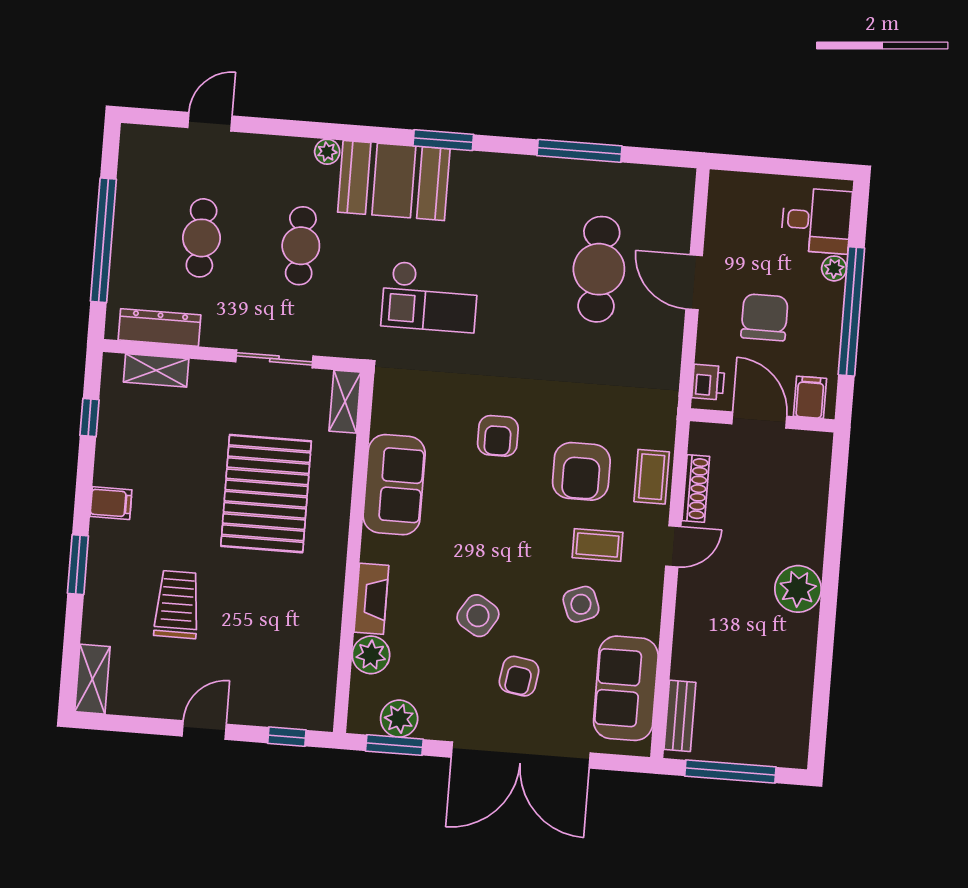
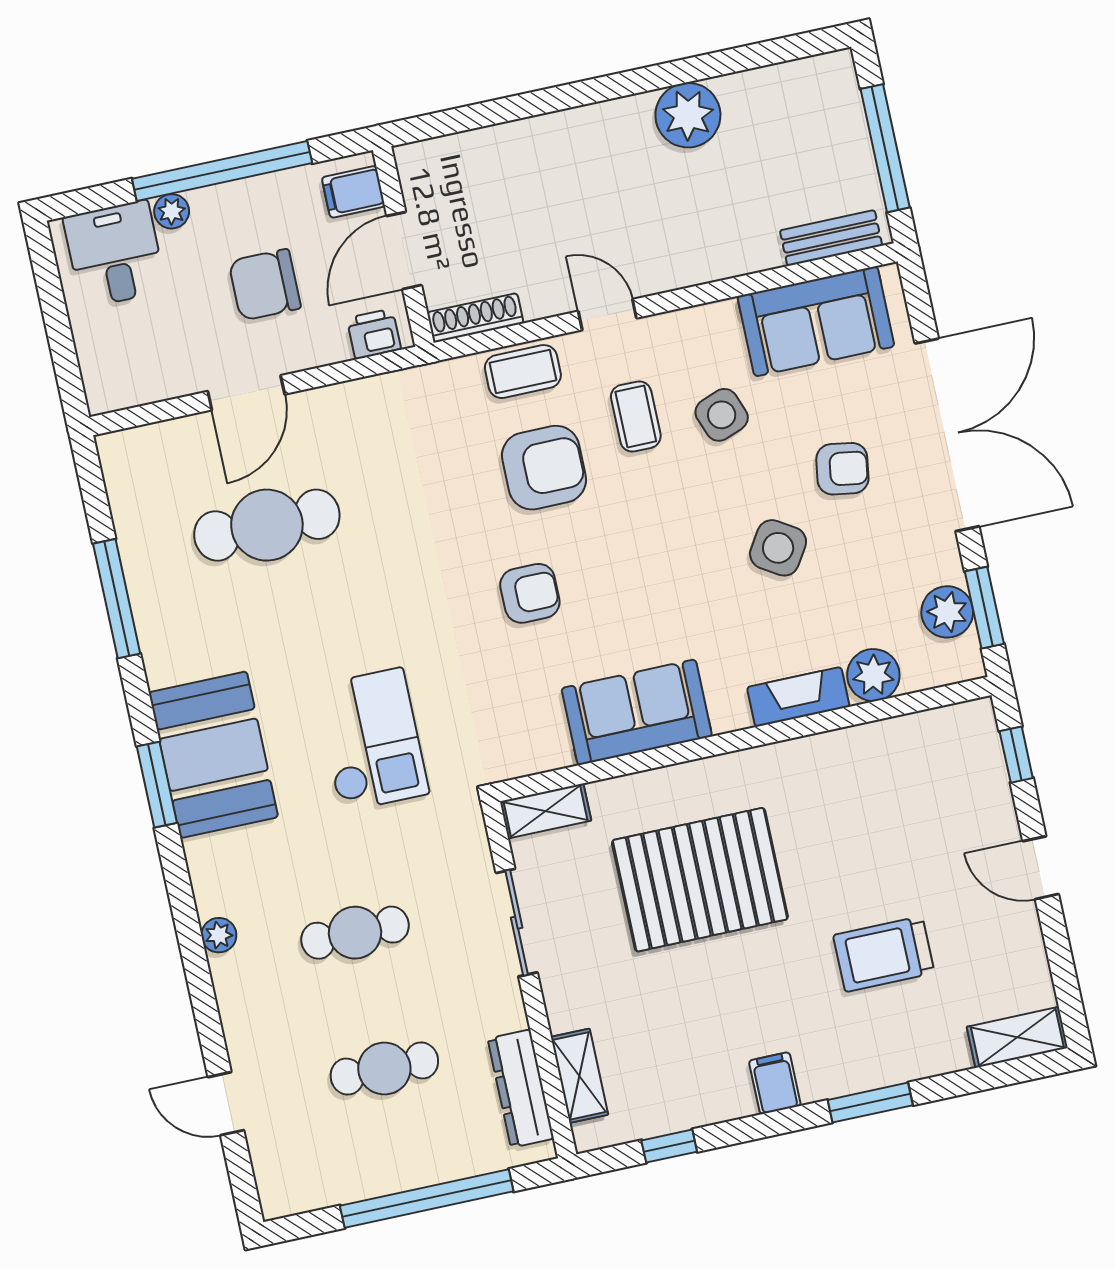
booth: (394, 181) -> (213, 755), moved
shoe rack: (696, 488) -> (475, 318), moved
plant: (798, 589) -> (688, 115), moved

